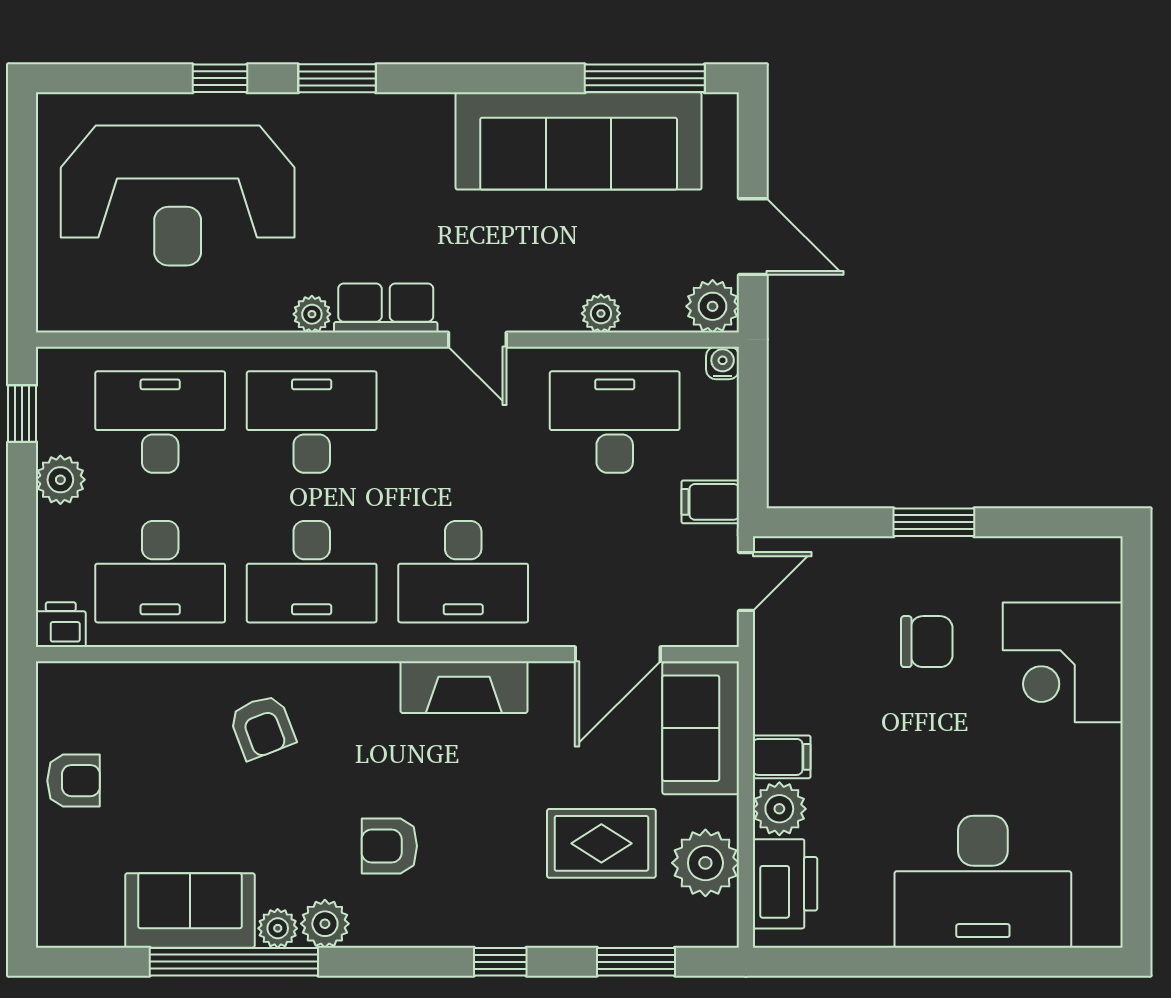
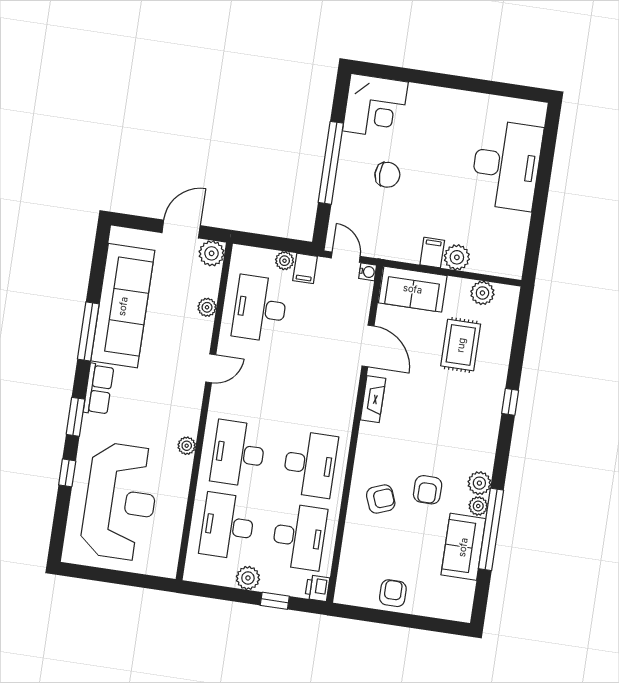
window: (645, 78) -> (88, 331), moved
row of seats: (386, 308) -> (99, 389), moved, turned 180
water cooler: (723, 363) -> (368, 272), moved, turned 180
window: (22, 414) -> (275, 601), moved
plant: (720, 458) -> (285, 261), added
window: (934, 522) -> (331, 163), width x2.11
desk: (463, 572) -> (321, 392), removed
chair: (927, 642) -> (387, 175), turned 90
door: (618, 654) -> (368, 346), moved
corner desk: (1063, 662) -> (375, 106), moved
fireplace: (464, 687) -> (373, 399), width x0.73, depth x0.76
armchair: (389, 846) -> (428, 490), moved
plant: (705, 863) -> (482, 293), width x0.73, depth x0.73
printer: (785, 884) -> (493, 260), removed
window: (636, 962) -> (520, 337), removed

